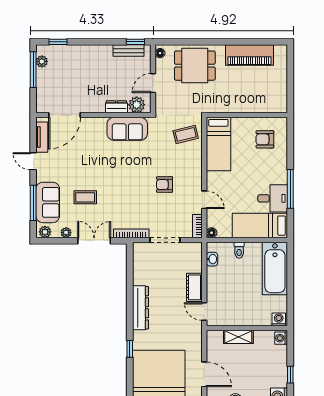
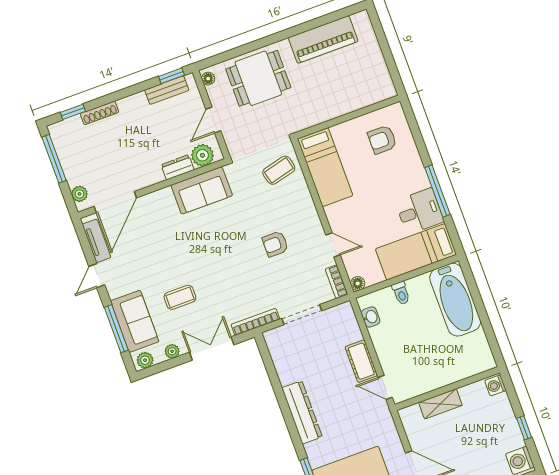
shoe rack: (76, 49) -> (100, 113), added
plant: (42, 61) -> (79, 194), moved
door: (33, 161) -> (97, 276), hinge flipped
washing machine: (279, 319) -> (484, 363), removed

